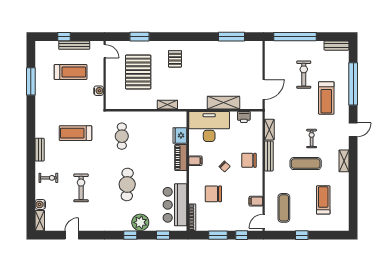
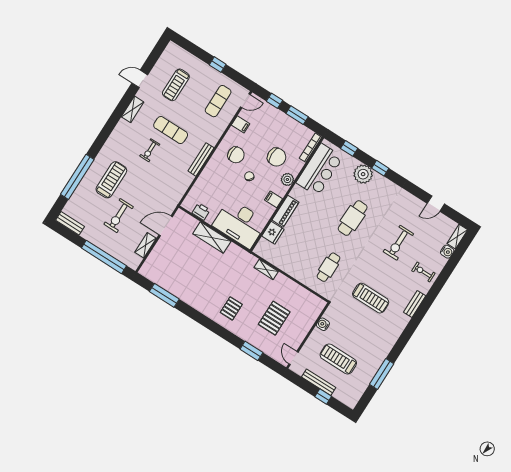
pallet: (138, 72) -> (274, 318), width x0.73, depth x0.71
shelving: (269, 130) -> (146, 245), moved
door: (353, 130) -> (140, 79), moved
chair: (249, 160) -> (236, 155), moved
plant: (195, 182) -> (287, 179), added

